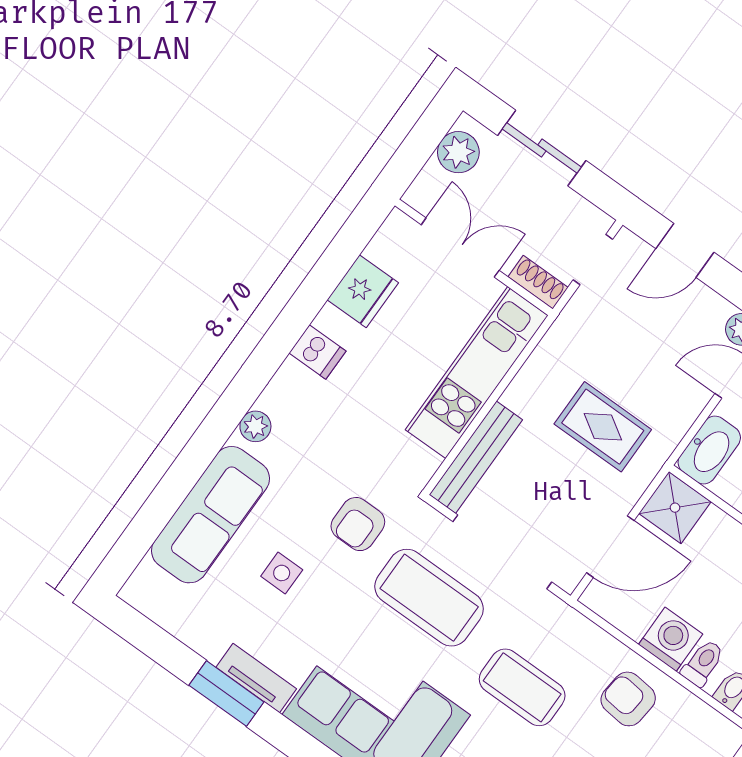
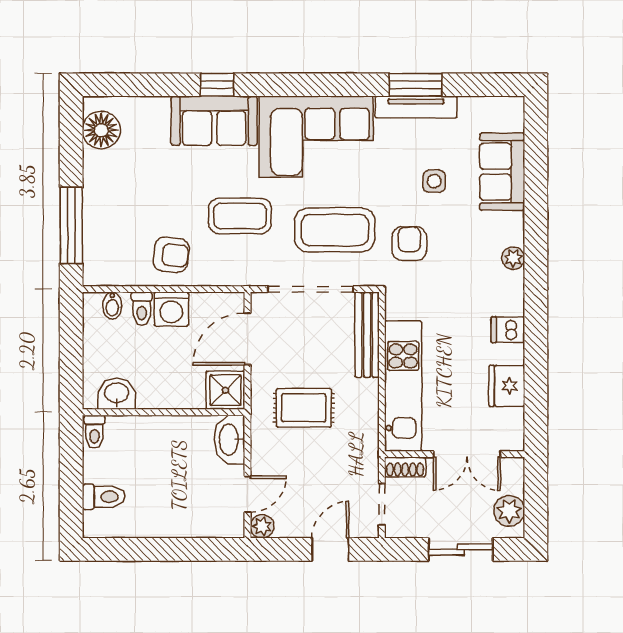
sofa: (211, 515) -> (502, 172), width x0.73
tv unit: (256, 678) -> (416, 107), width x1.41

